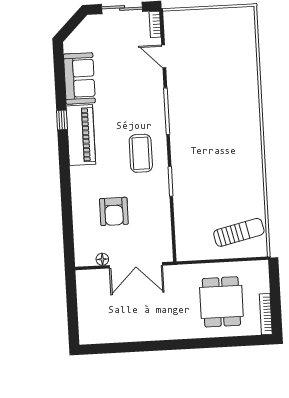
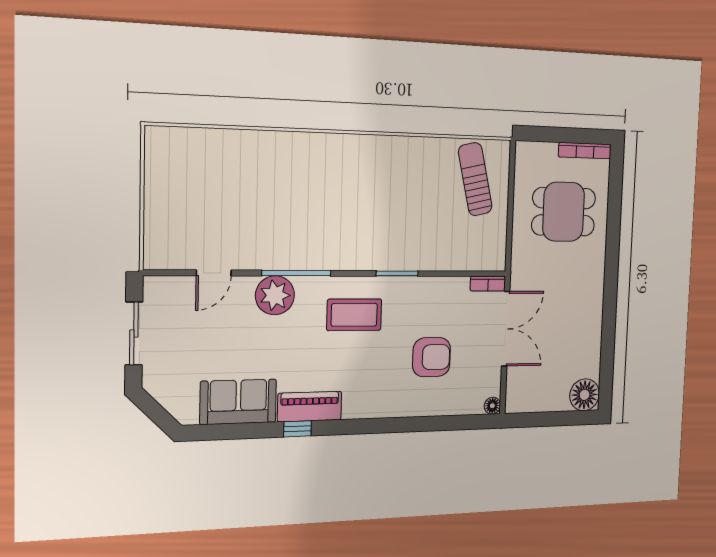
bookcase: (155, 24) -> (488, 284), moved
plant: (151, 98) -> (275, 295), added
piano: (81, 135) -> (310, 407), width x0.73, depth x0.75
floor lamp: (102, 259) -> (492, 406), moved
floor lamp: (90, 332) -> (585, 395), added

